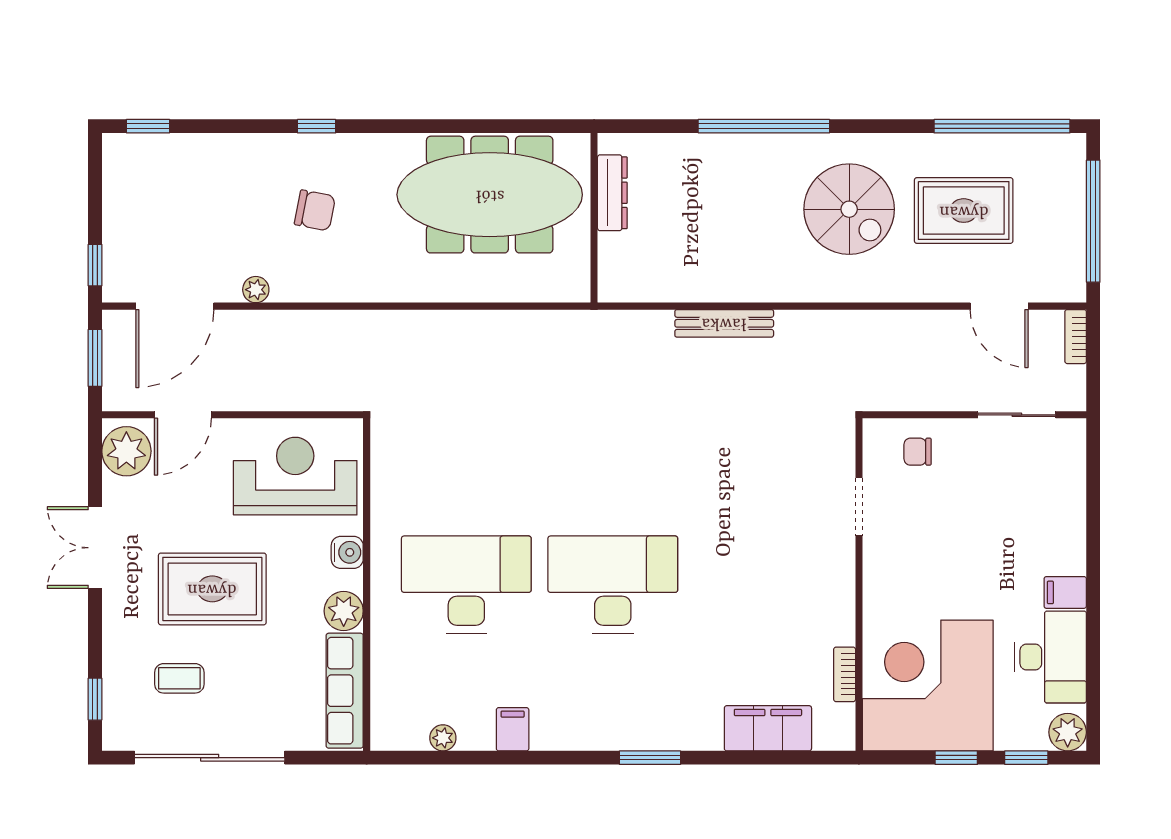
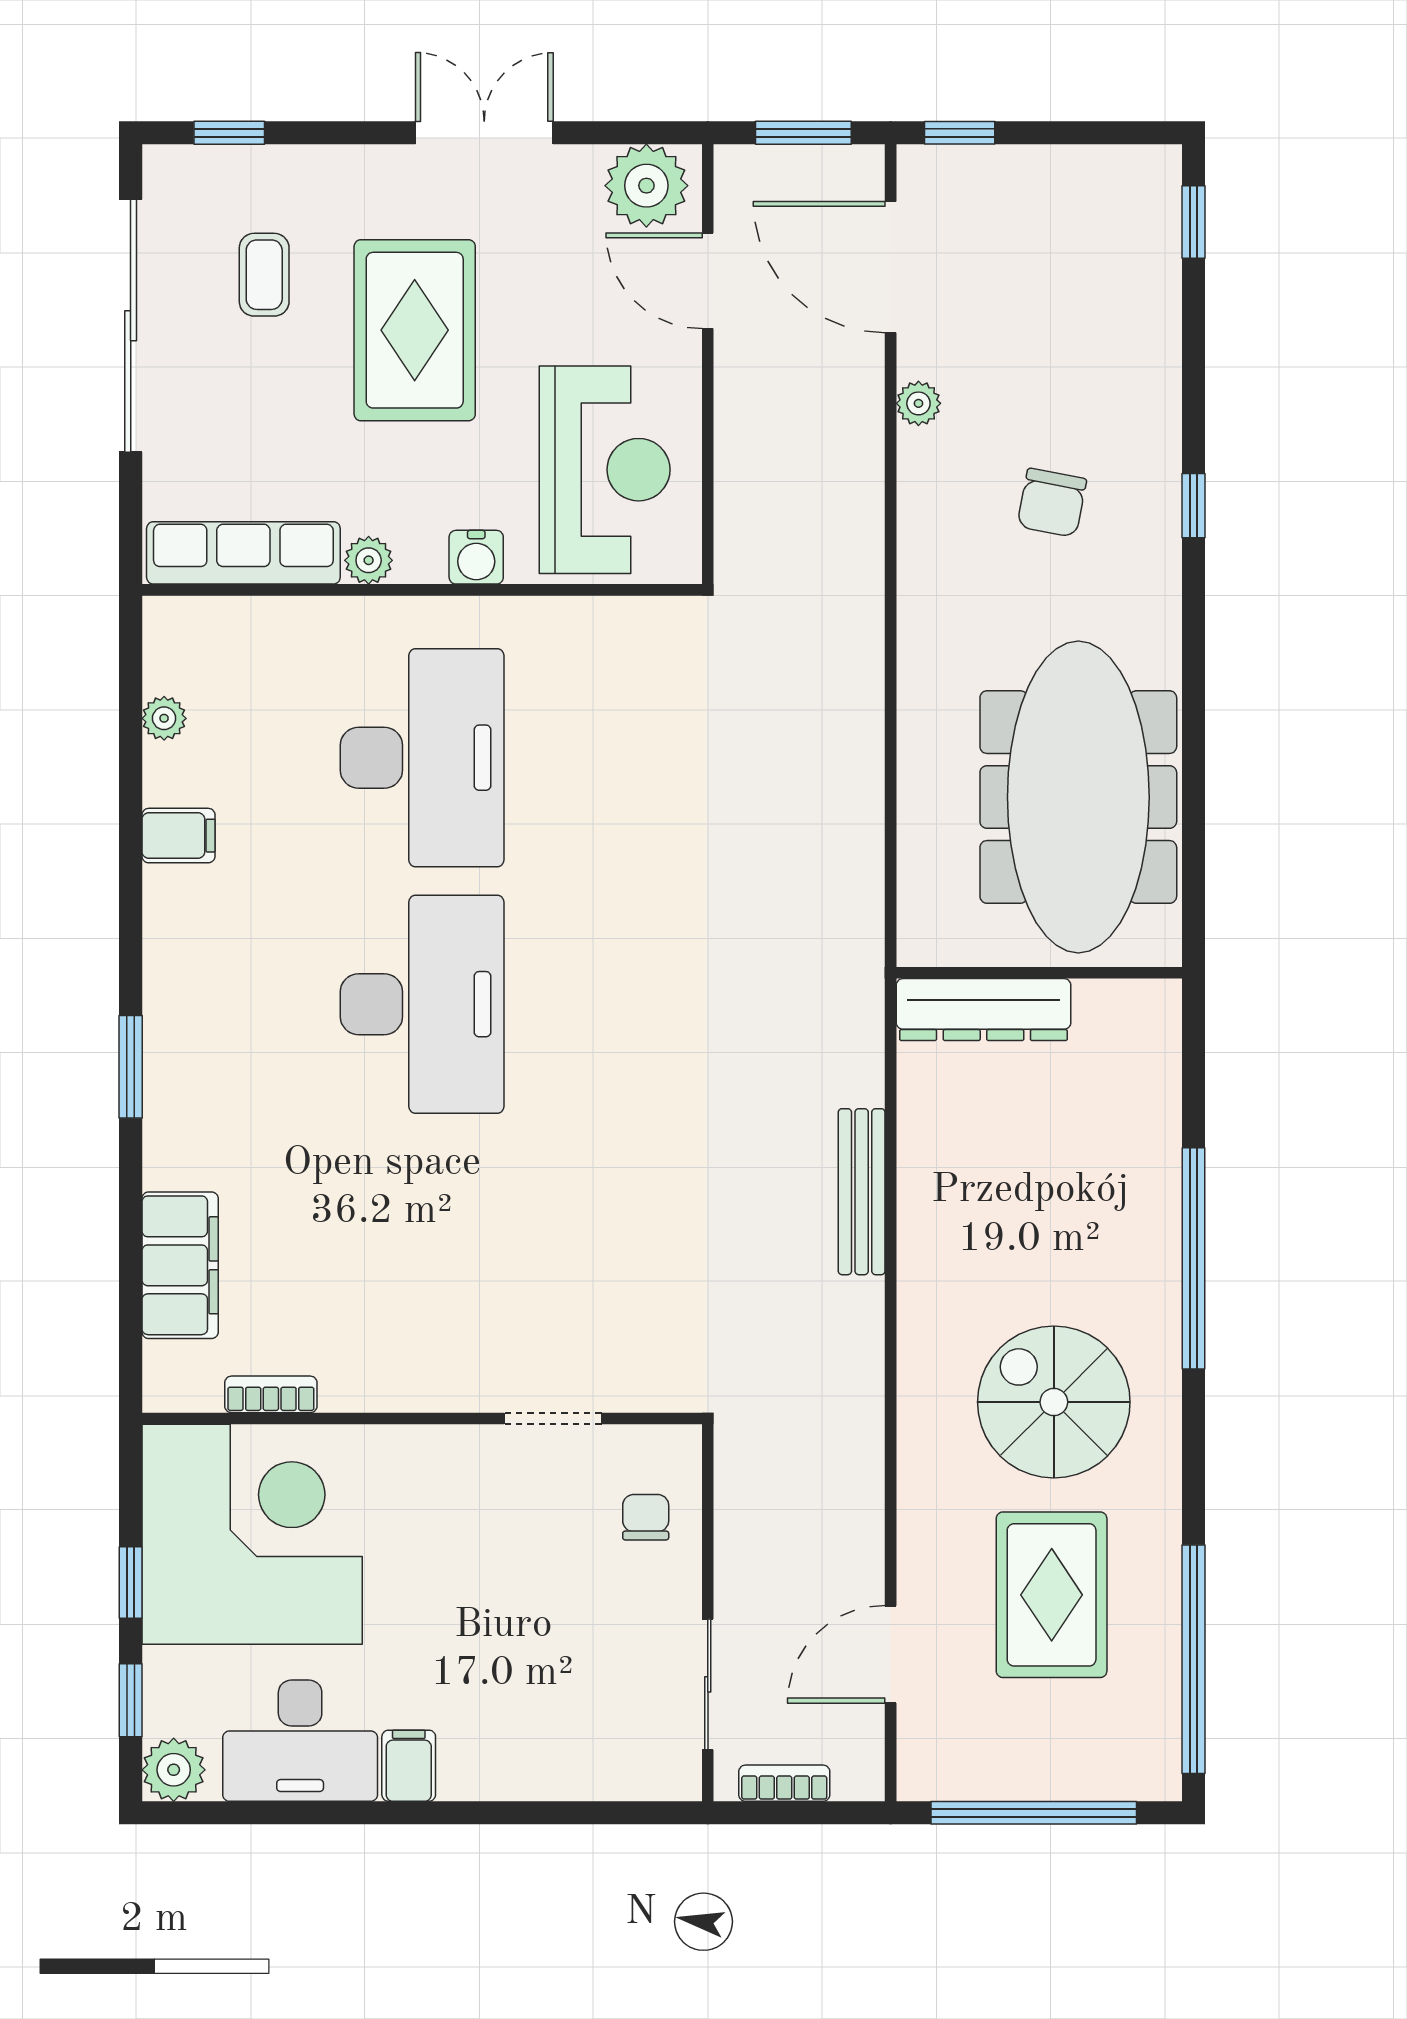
dresser: (612, 193) -> (983, 1010), moved, width x1.37, depth x1.24
spiral stairs: (849, 209) -> (1054, 1402), turned 90
bookcase: (1076, 337) -> (784, 1783), moved
plant: (344, 611) -> (369, 560), width x0.73, depth x0.73

